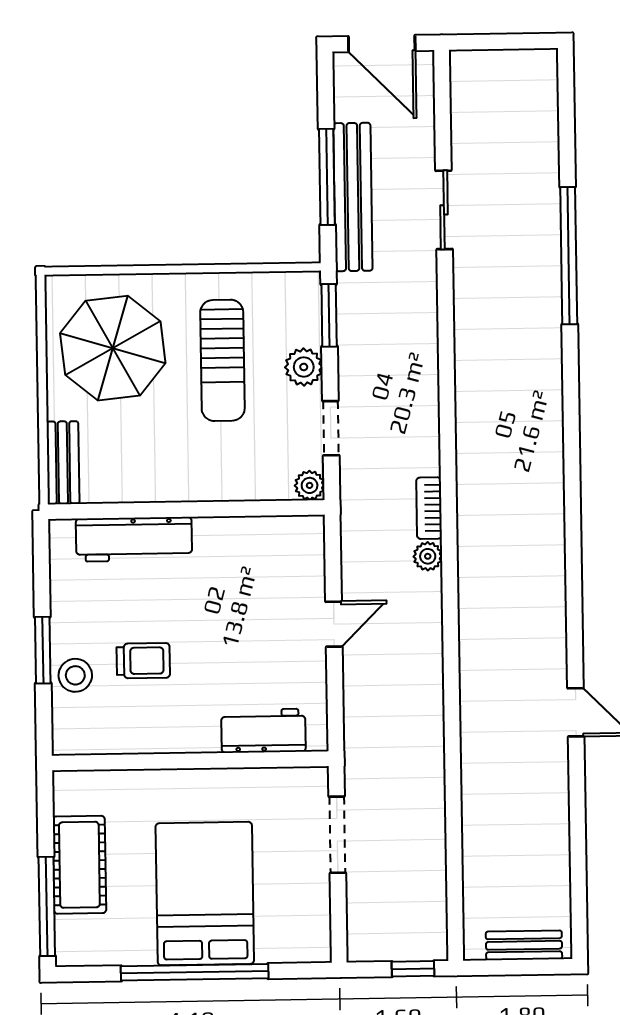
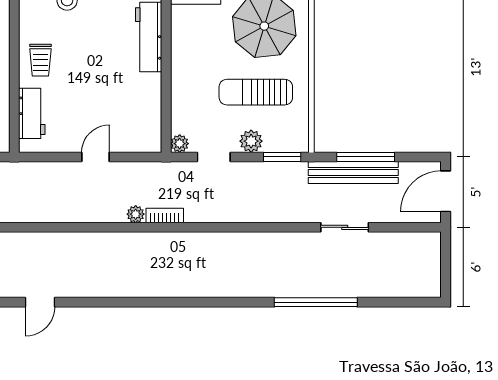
door: (334, 624) -> (95, 157), swing flipped
trolley: (143, 661) -> (40, 60), moved

